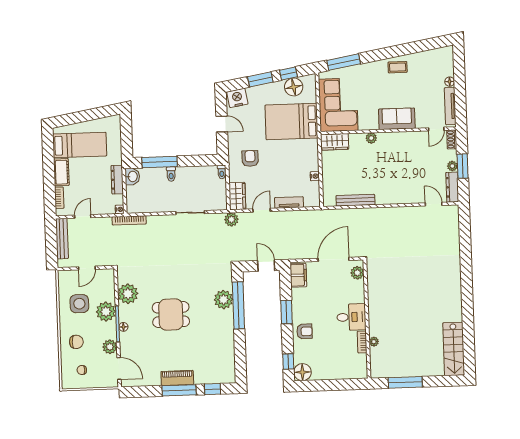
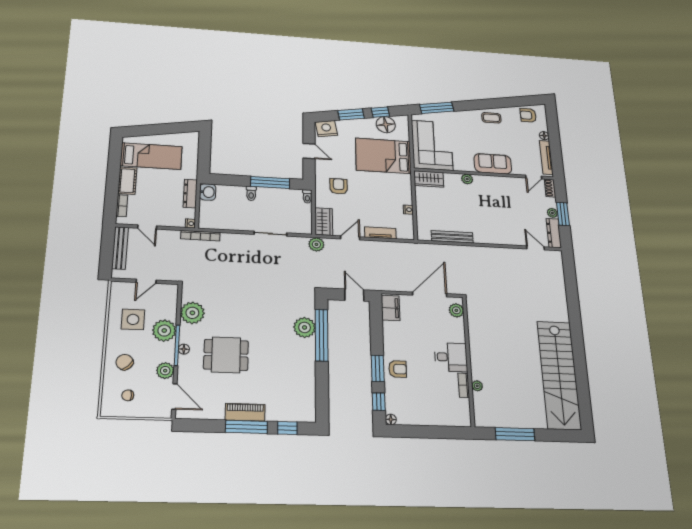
armchair: (435, 60) -> (528, 115), added
window: (160, 162) -> (270, 183), moved
door: (83, 216) -> (147, 227), swing flipped
window: (287, 312) -> (378, 368), moved
dining table: (171, 314) -> (226, 355), moved
chair: (76, 342) -> (125, 362), turned -134
stairs: (454, 349) -> (559, 375), width x1.86, depth x1.51
floor lamp: (302, 372) -> (391, 419), width x0.53, depth x0.53

